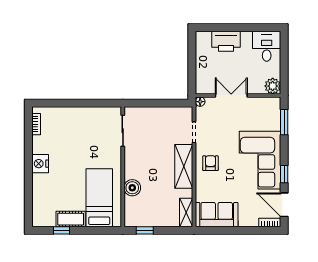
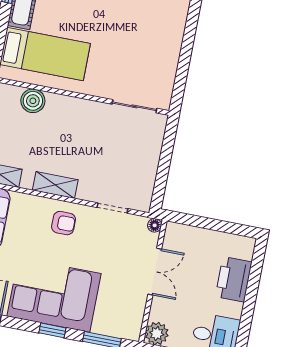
shelving: (184, 166) -> (55, 185), width x0.67, depth x0.75
window: (284, 174) -> (52, 330), moved
boiler: (132, 188) -> (33, 101), moved

